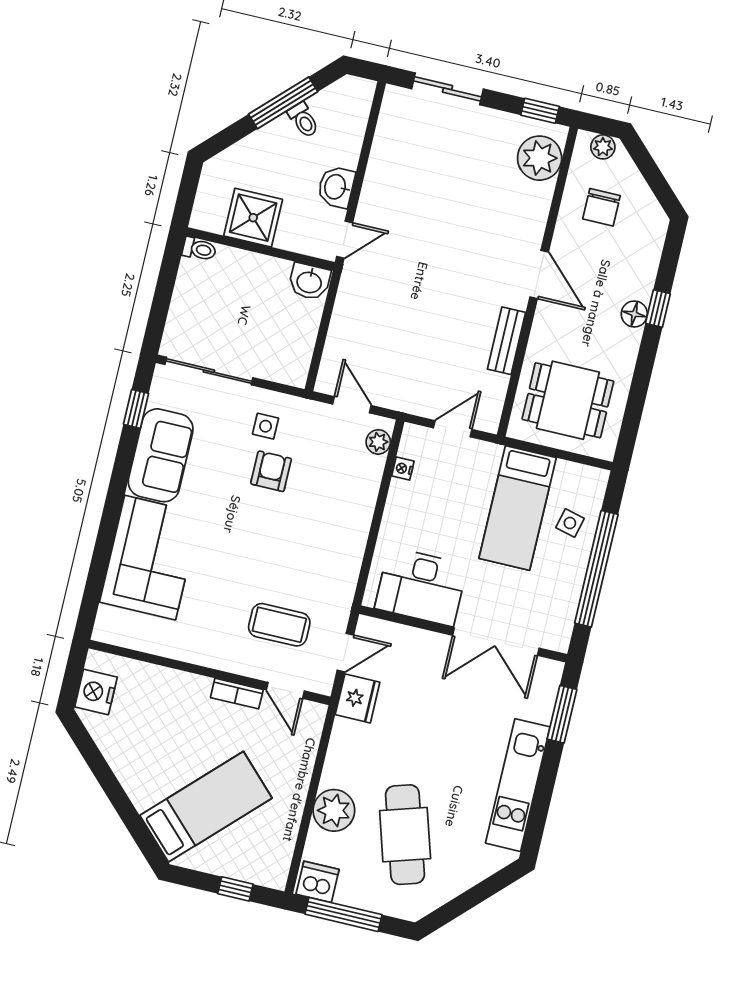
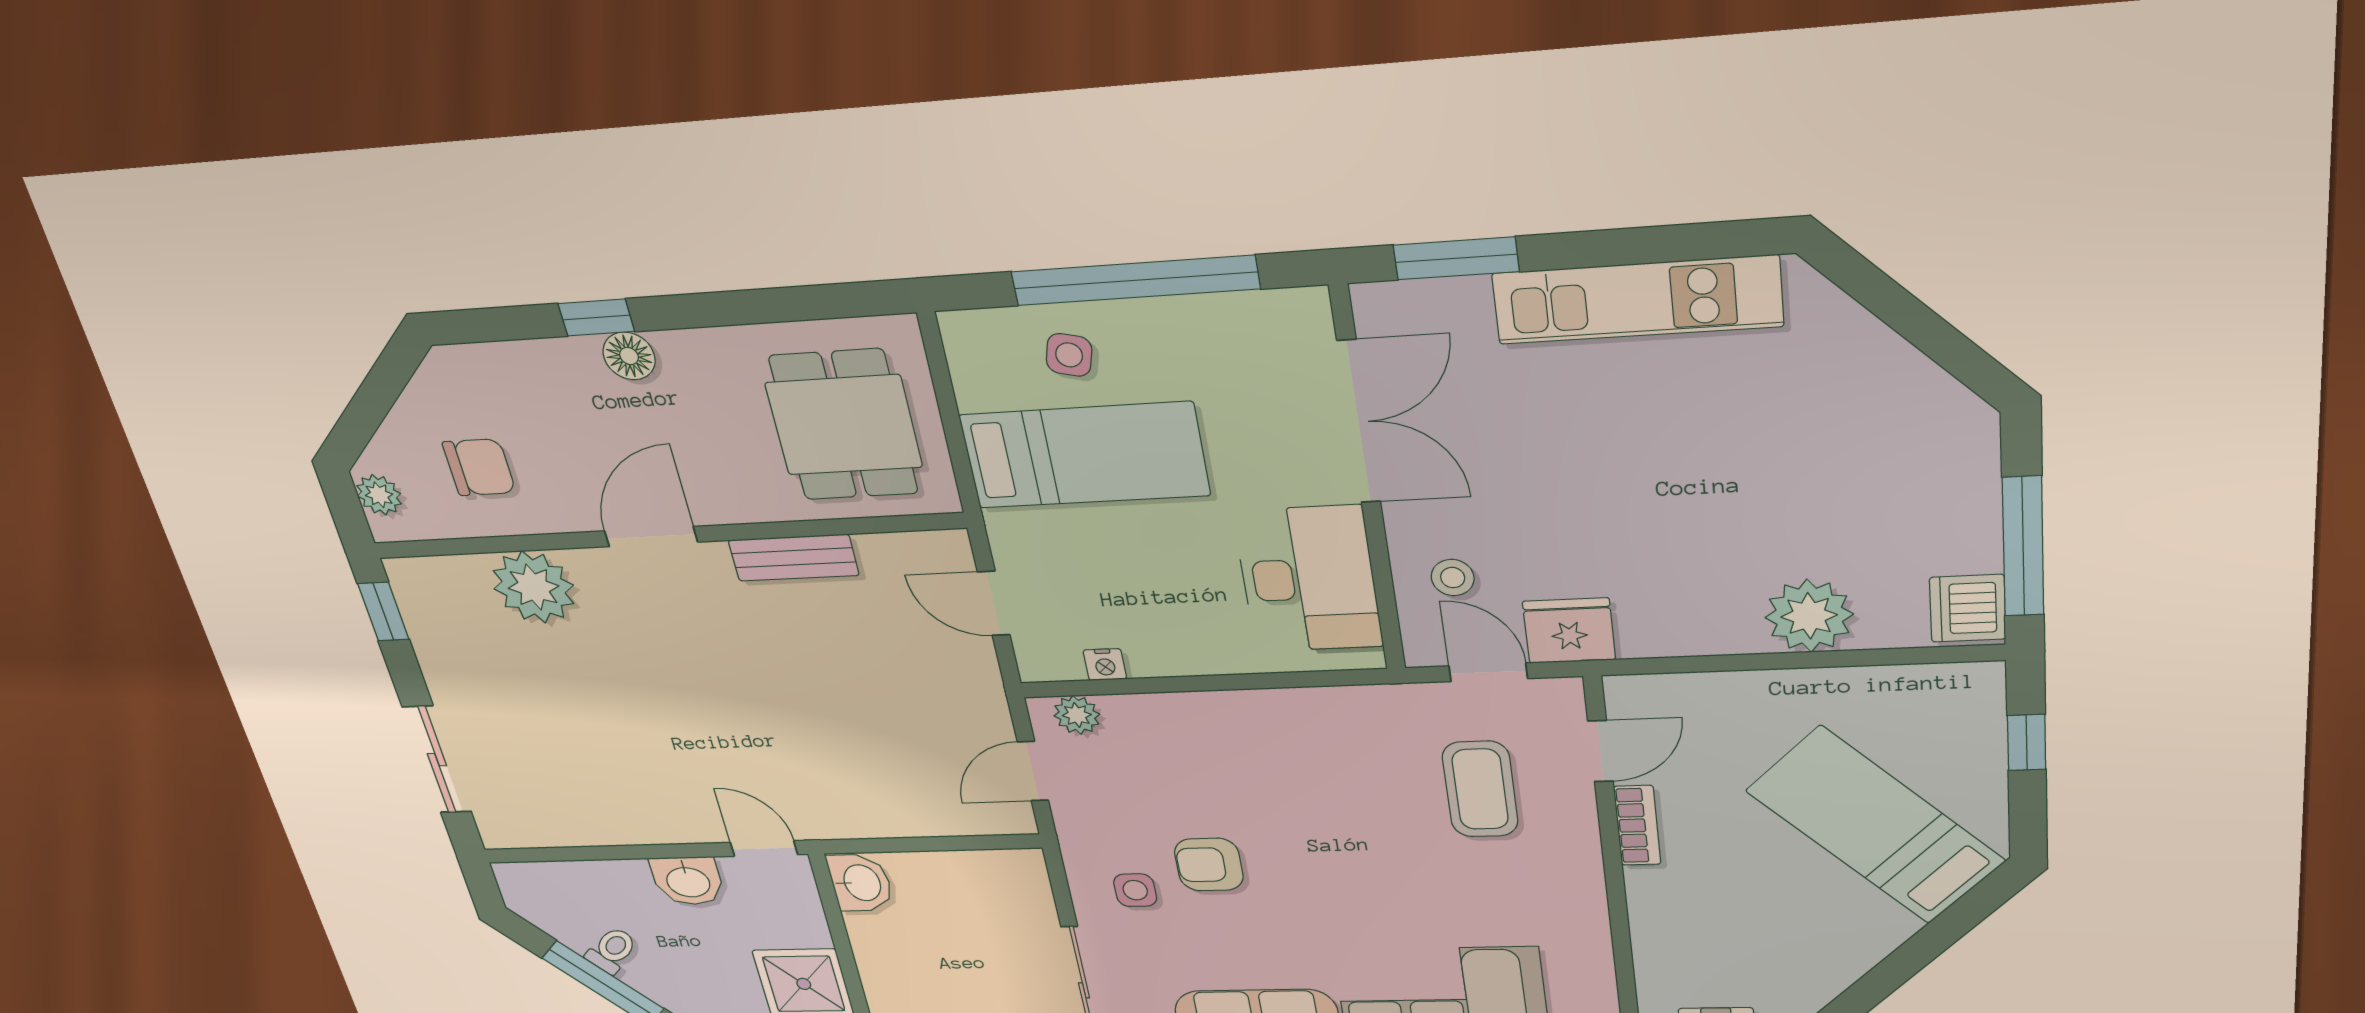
plant: (540, 158) -> (534, 587), moved
stool: (402, 655) -> (1453, 578), added
cafe table: (405, 835) -> (1816, 480), removed

